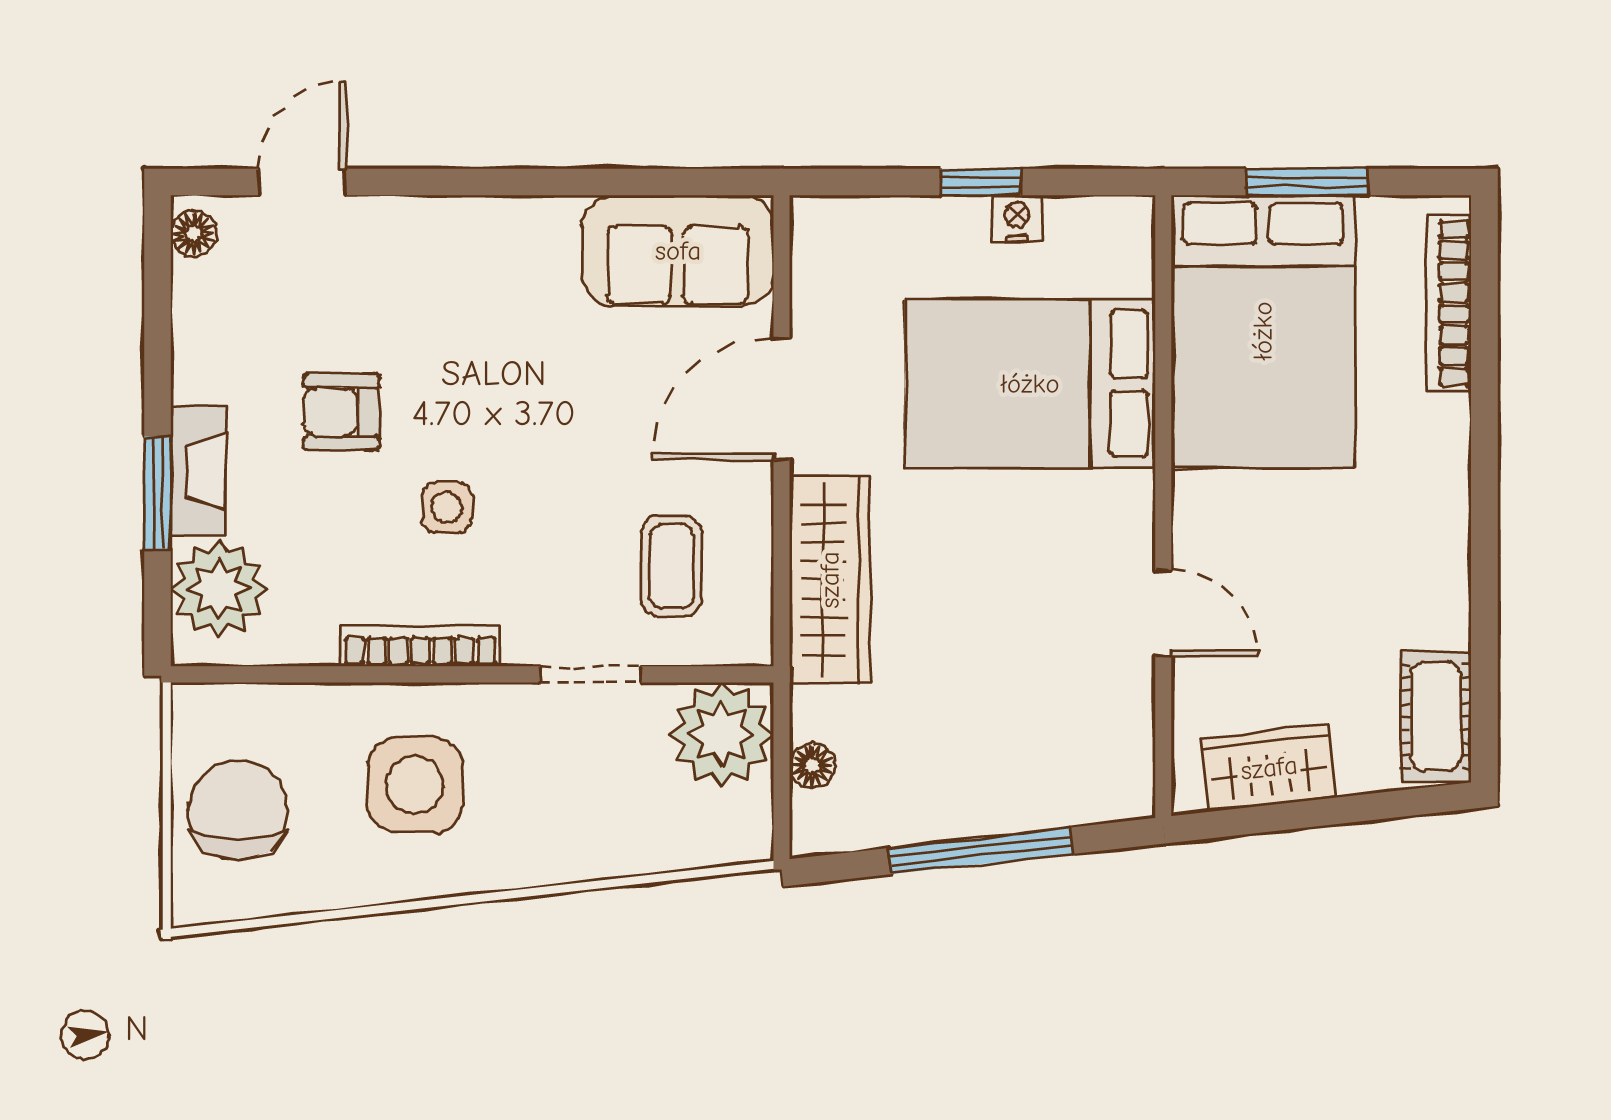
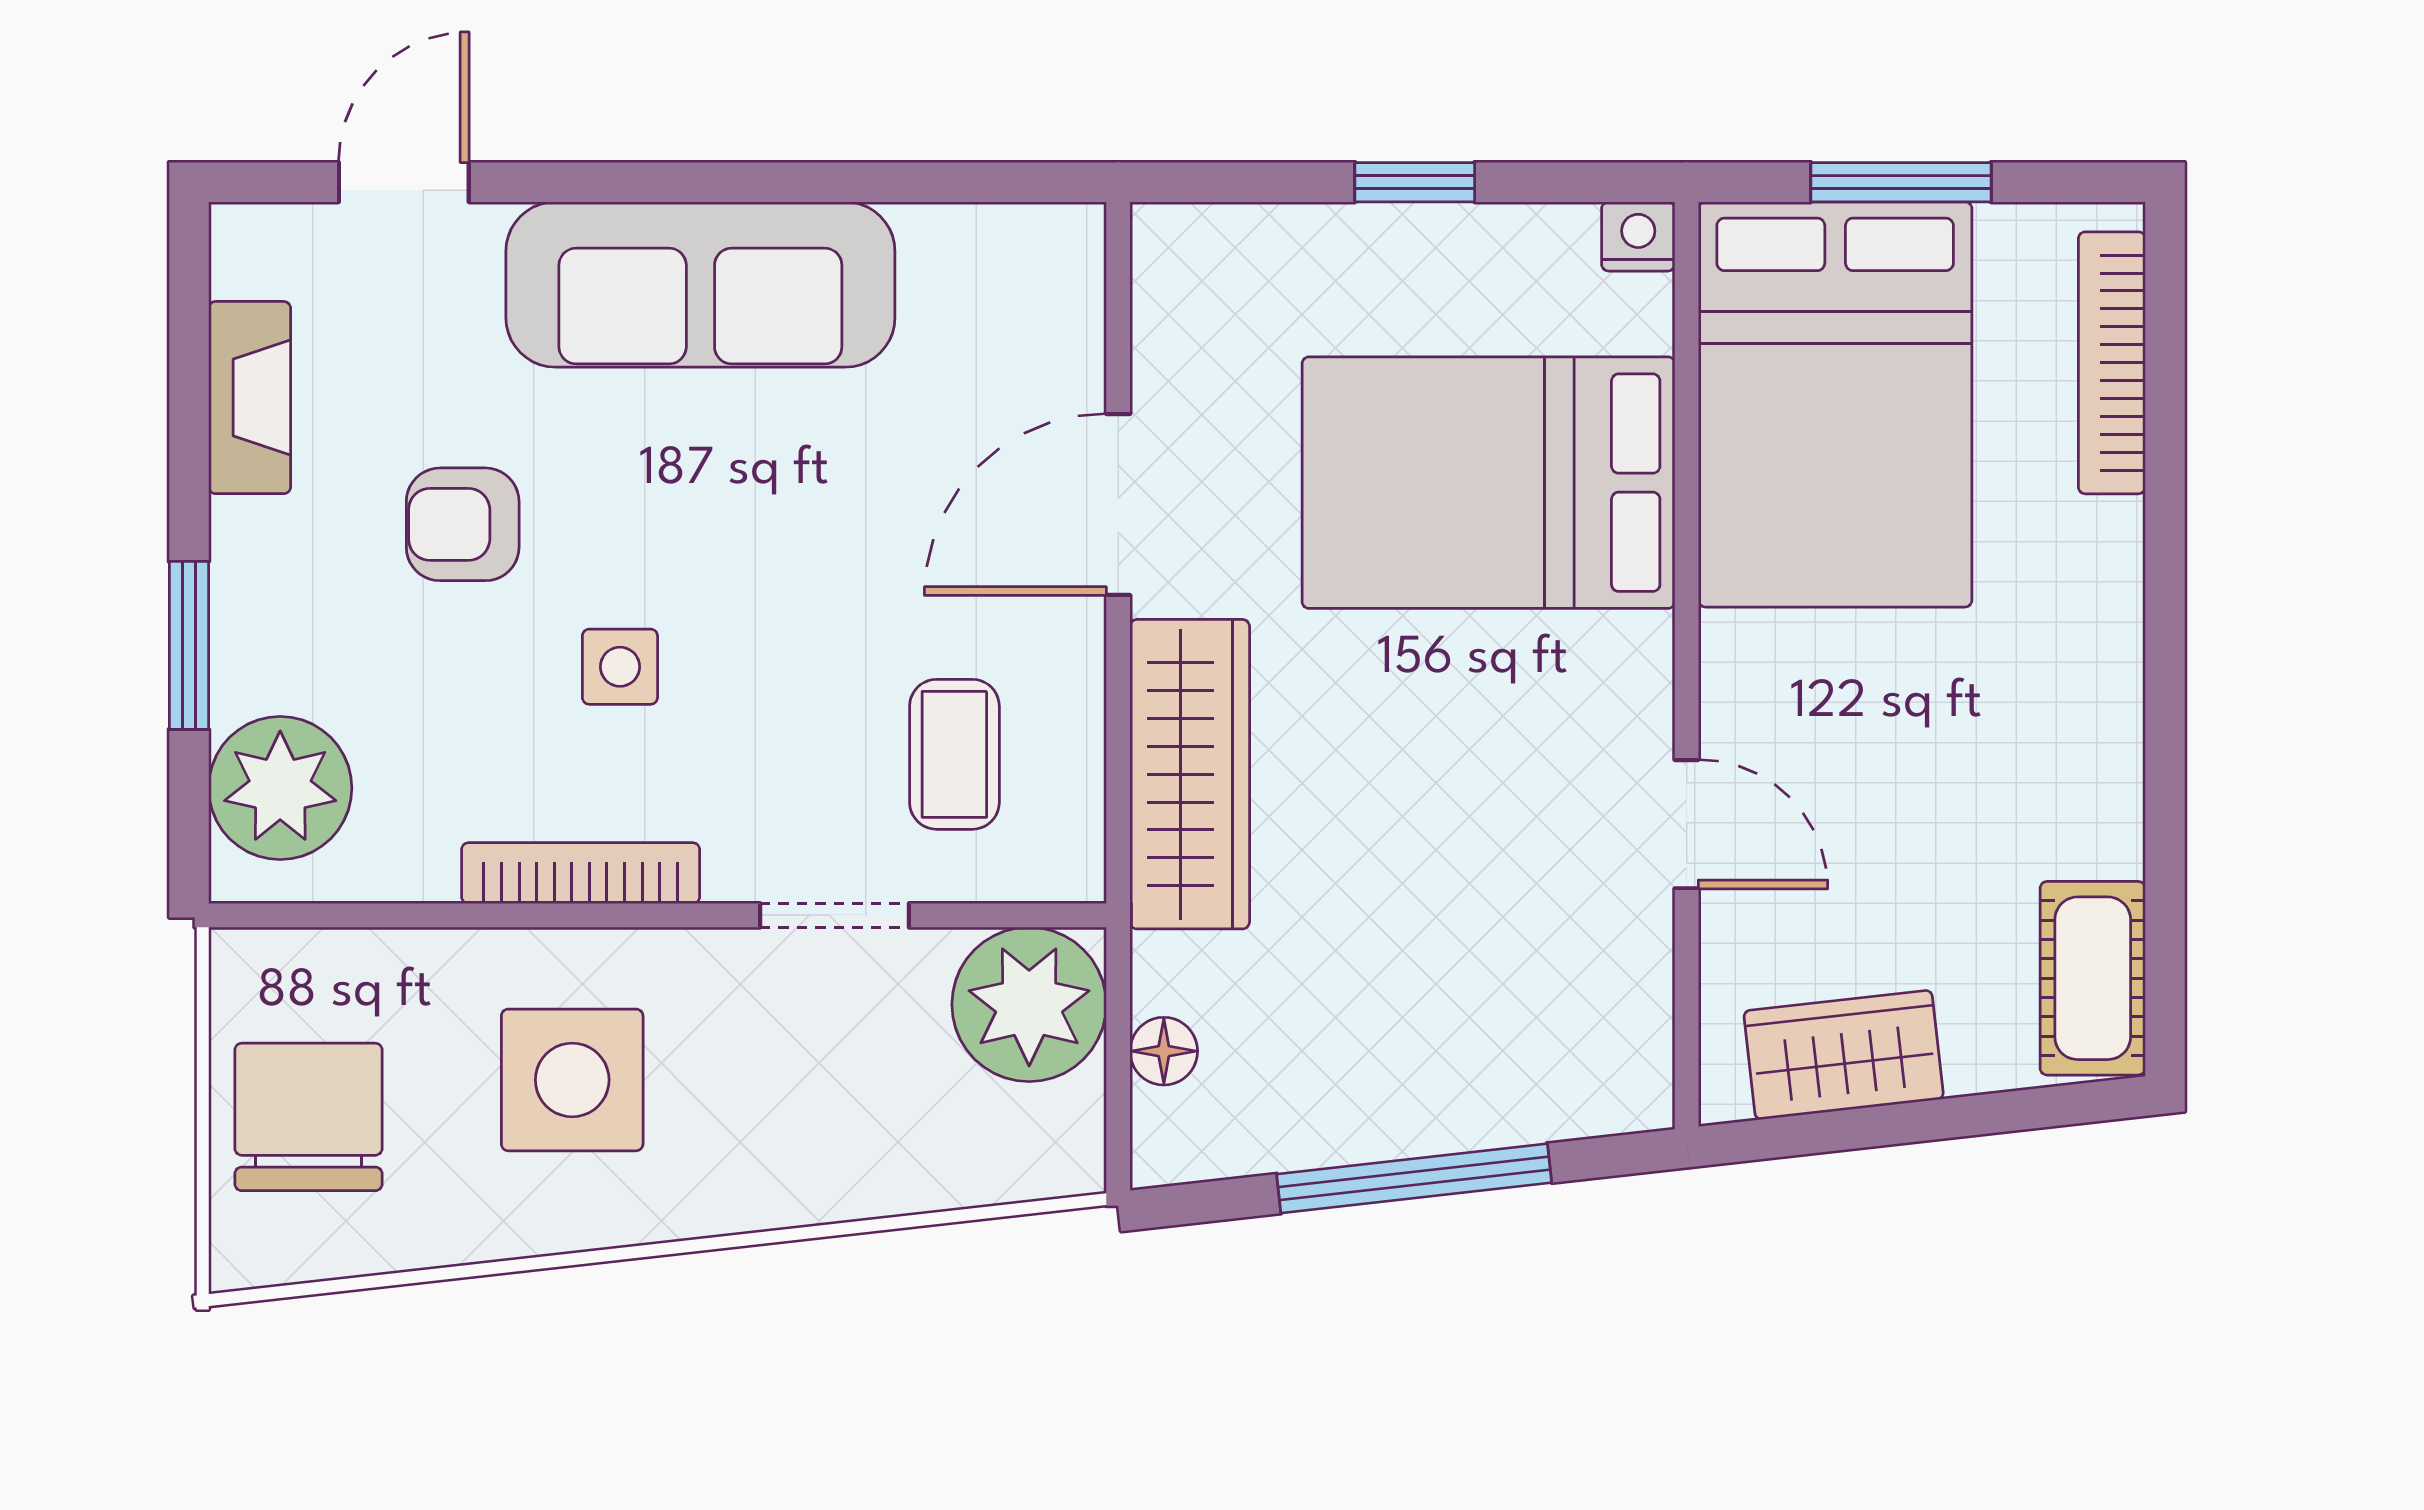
nightstand: (1017, 218) -> (1638, 236), moved
floor lamp: (194, 234) -> (243, 259), removed
sofa: (678, 251) -> (700, 285), moved, width x1.36
fireplace: (198, 471) -> (250, 398), moved

